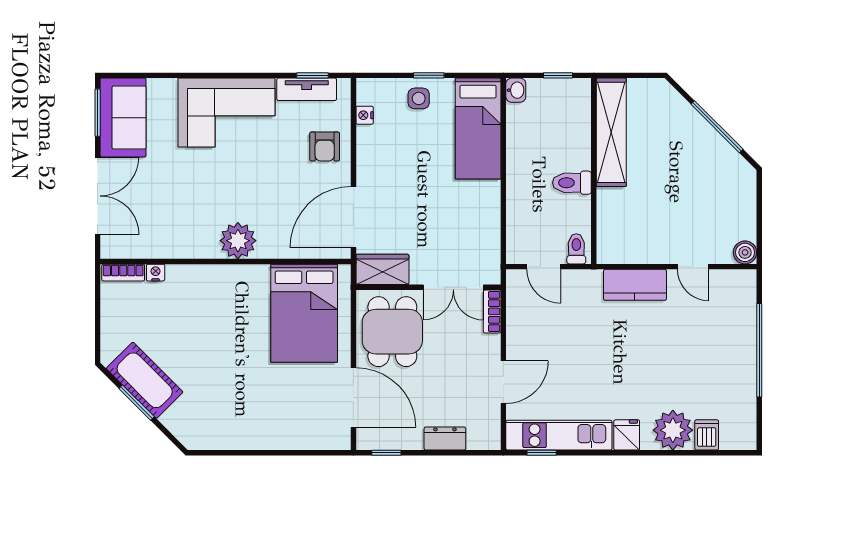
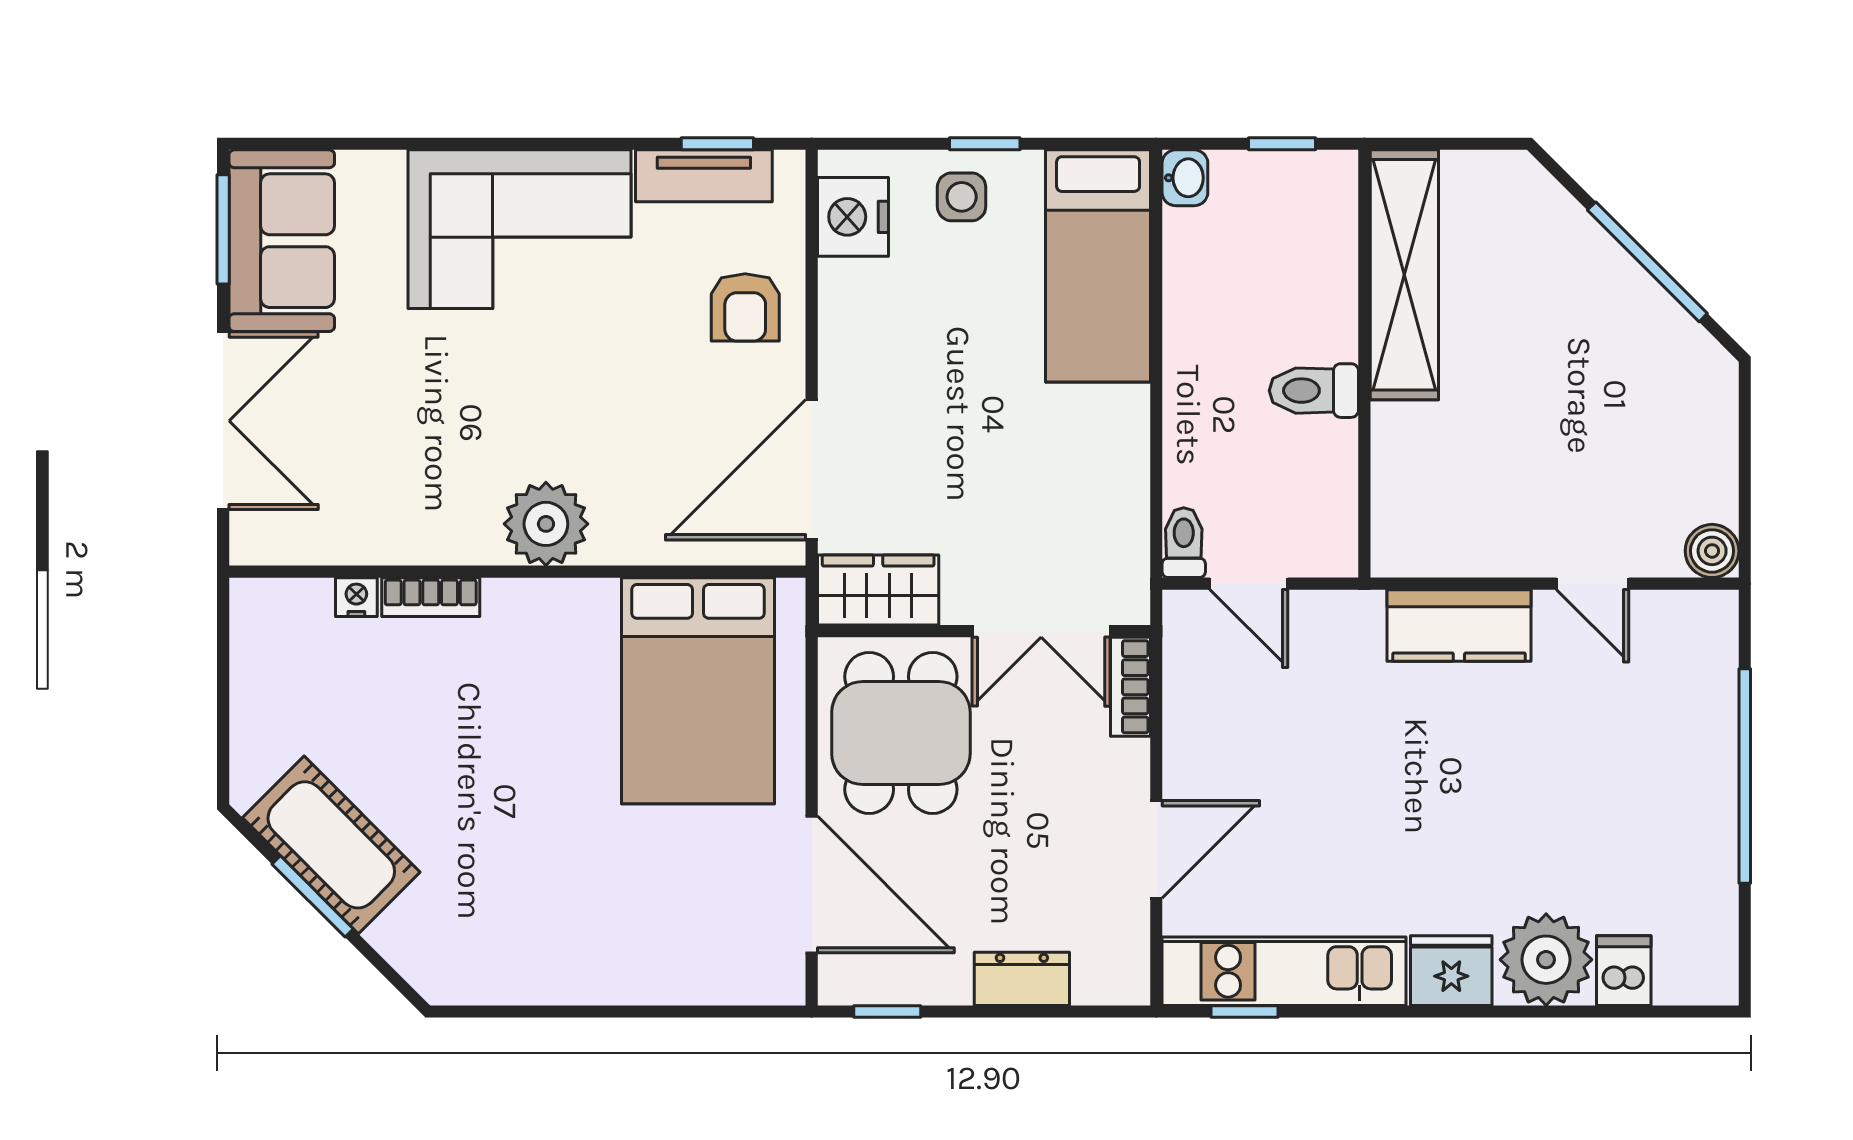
nightstand: (365, 115) -> (853, 217), width x1.89, depth x1.79
toilet: (576, 249) -> (1184, 543), moved
bookcase: (123, 273) -> (431, 597), moved
fridge: (627, 435) -> (1451, 971), width x1.38

